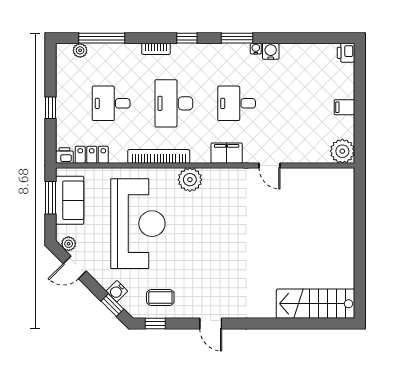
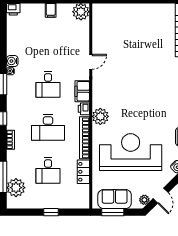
plant: (80, 50) -> (16, 188), width x1.88, depth x1.88
locker: (92, 155) -> (83, 172), moved
printer: (64, 156) -> (84, 109), moved

